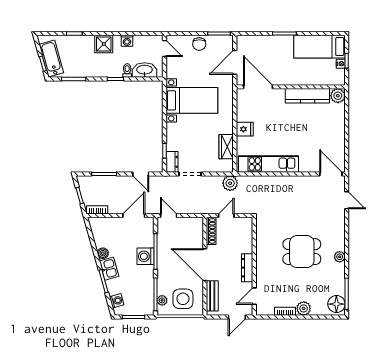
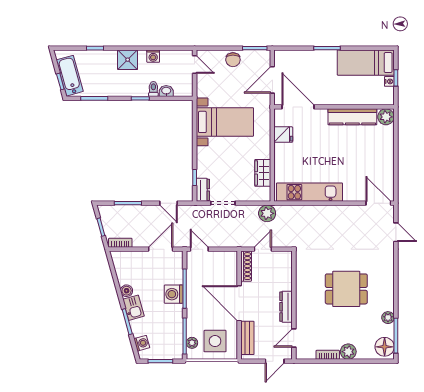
washbasin: (145, 70) -> (166, 91), width x0.52, depth x0.69
fridge: (245, 129) -> (283, 135), moved
plant: (340, 257) -> (388, 318), moved

